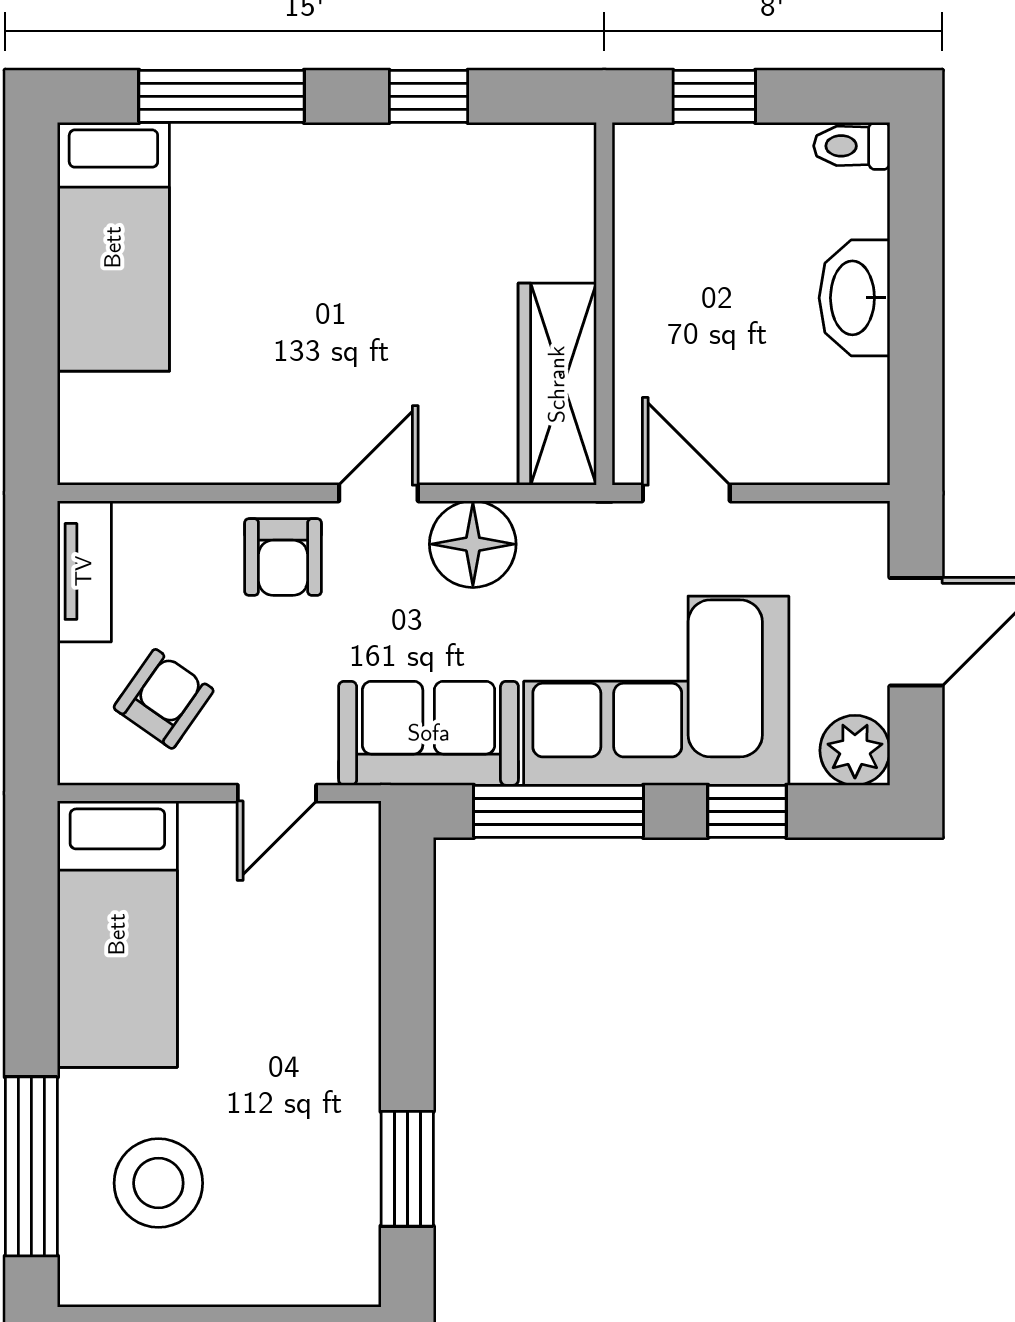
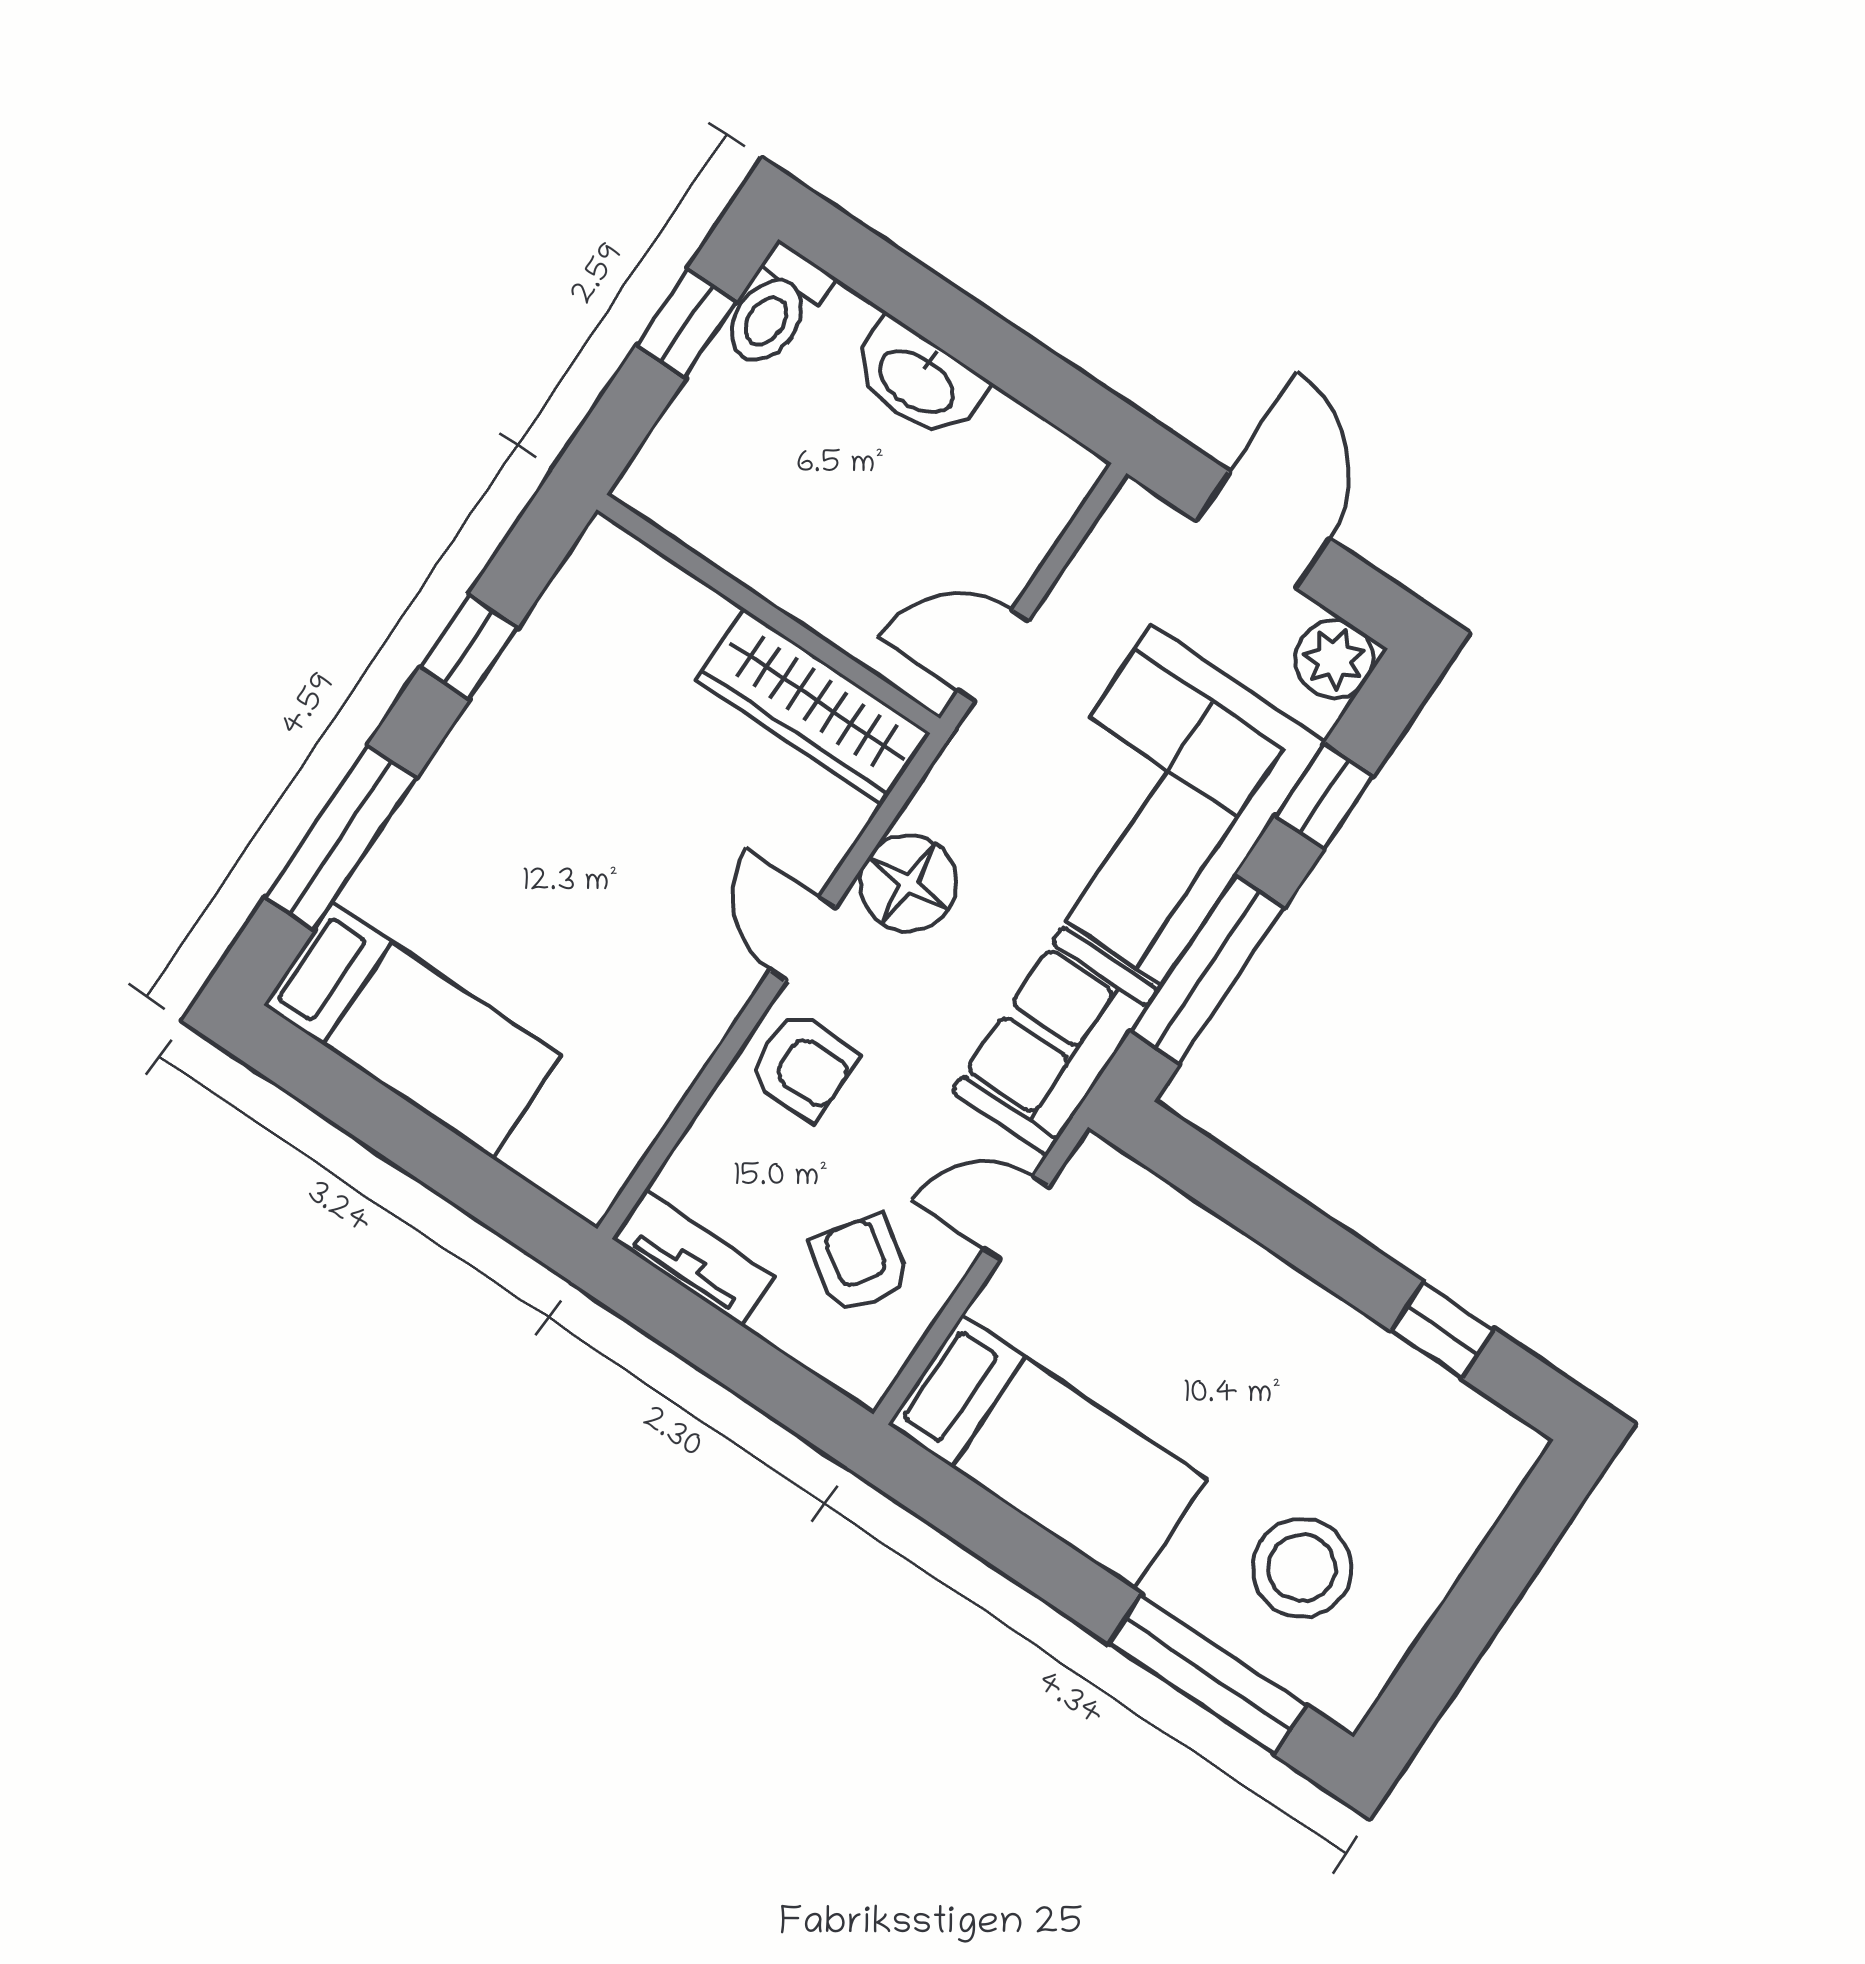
window: (714, 96) -> (686, 324), moved
toilet: (852, 146) -> (775, 307), width x1.37, depth x1.39
door: (277, 793) -> (1016, 1218), swing flipped
window: (407, 1169) -> (1443, 1330), width x0.67

